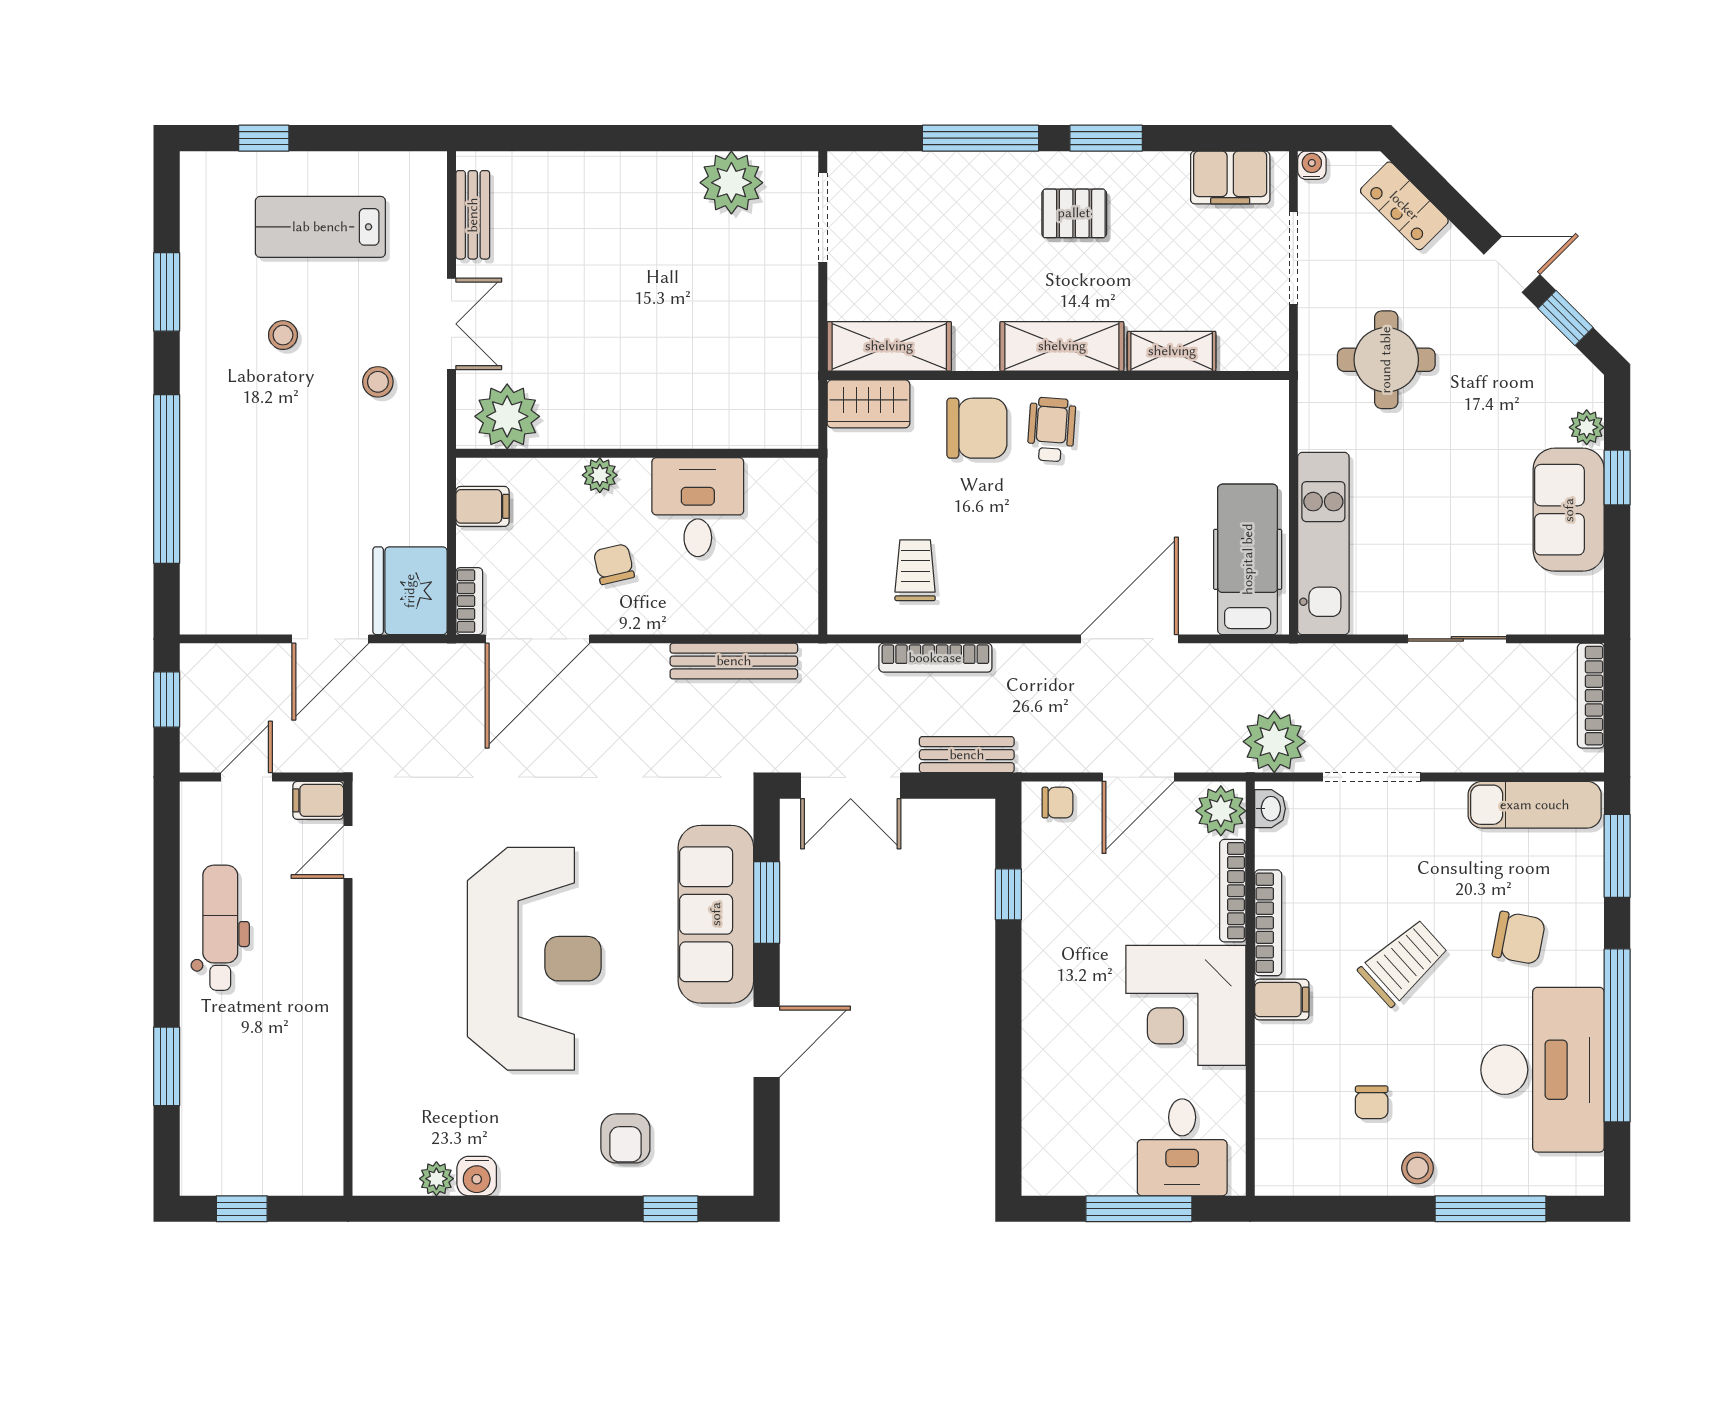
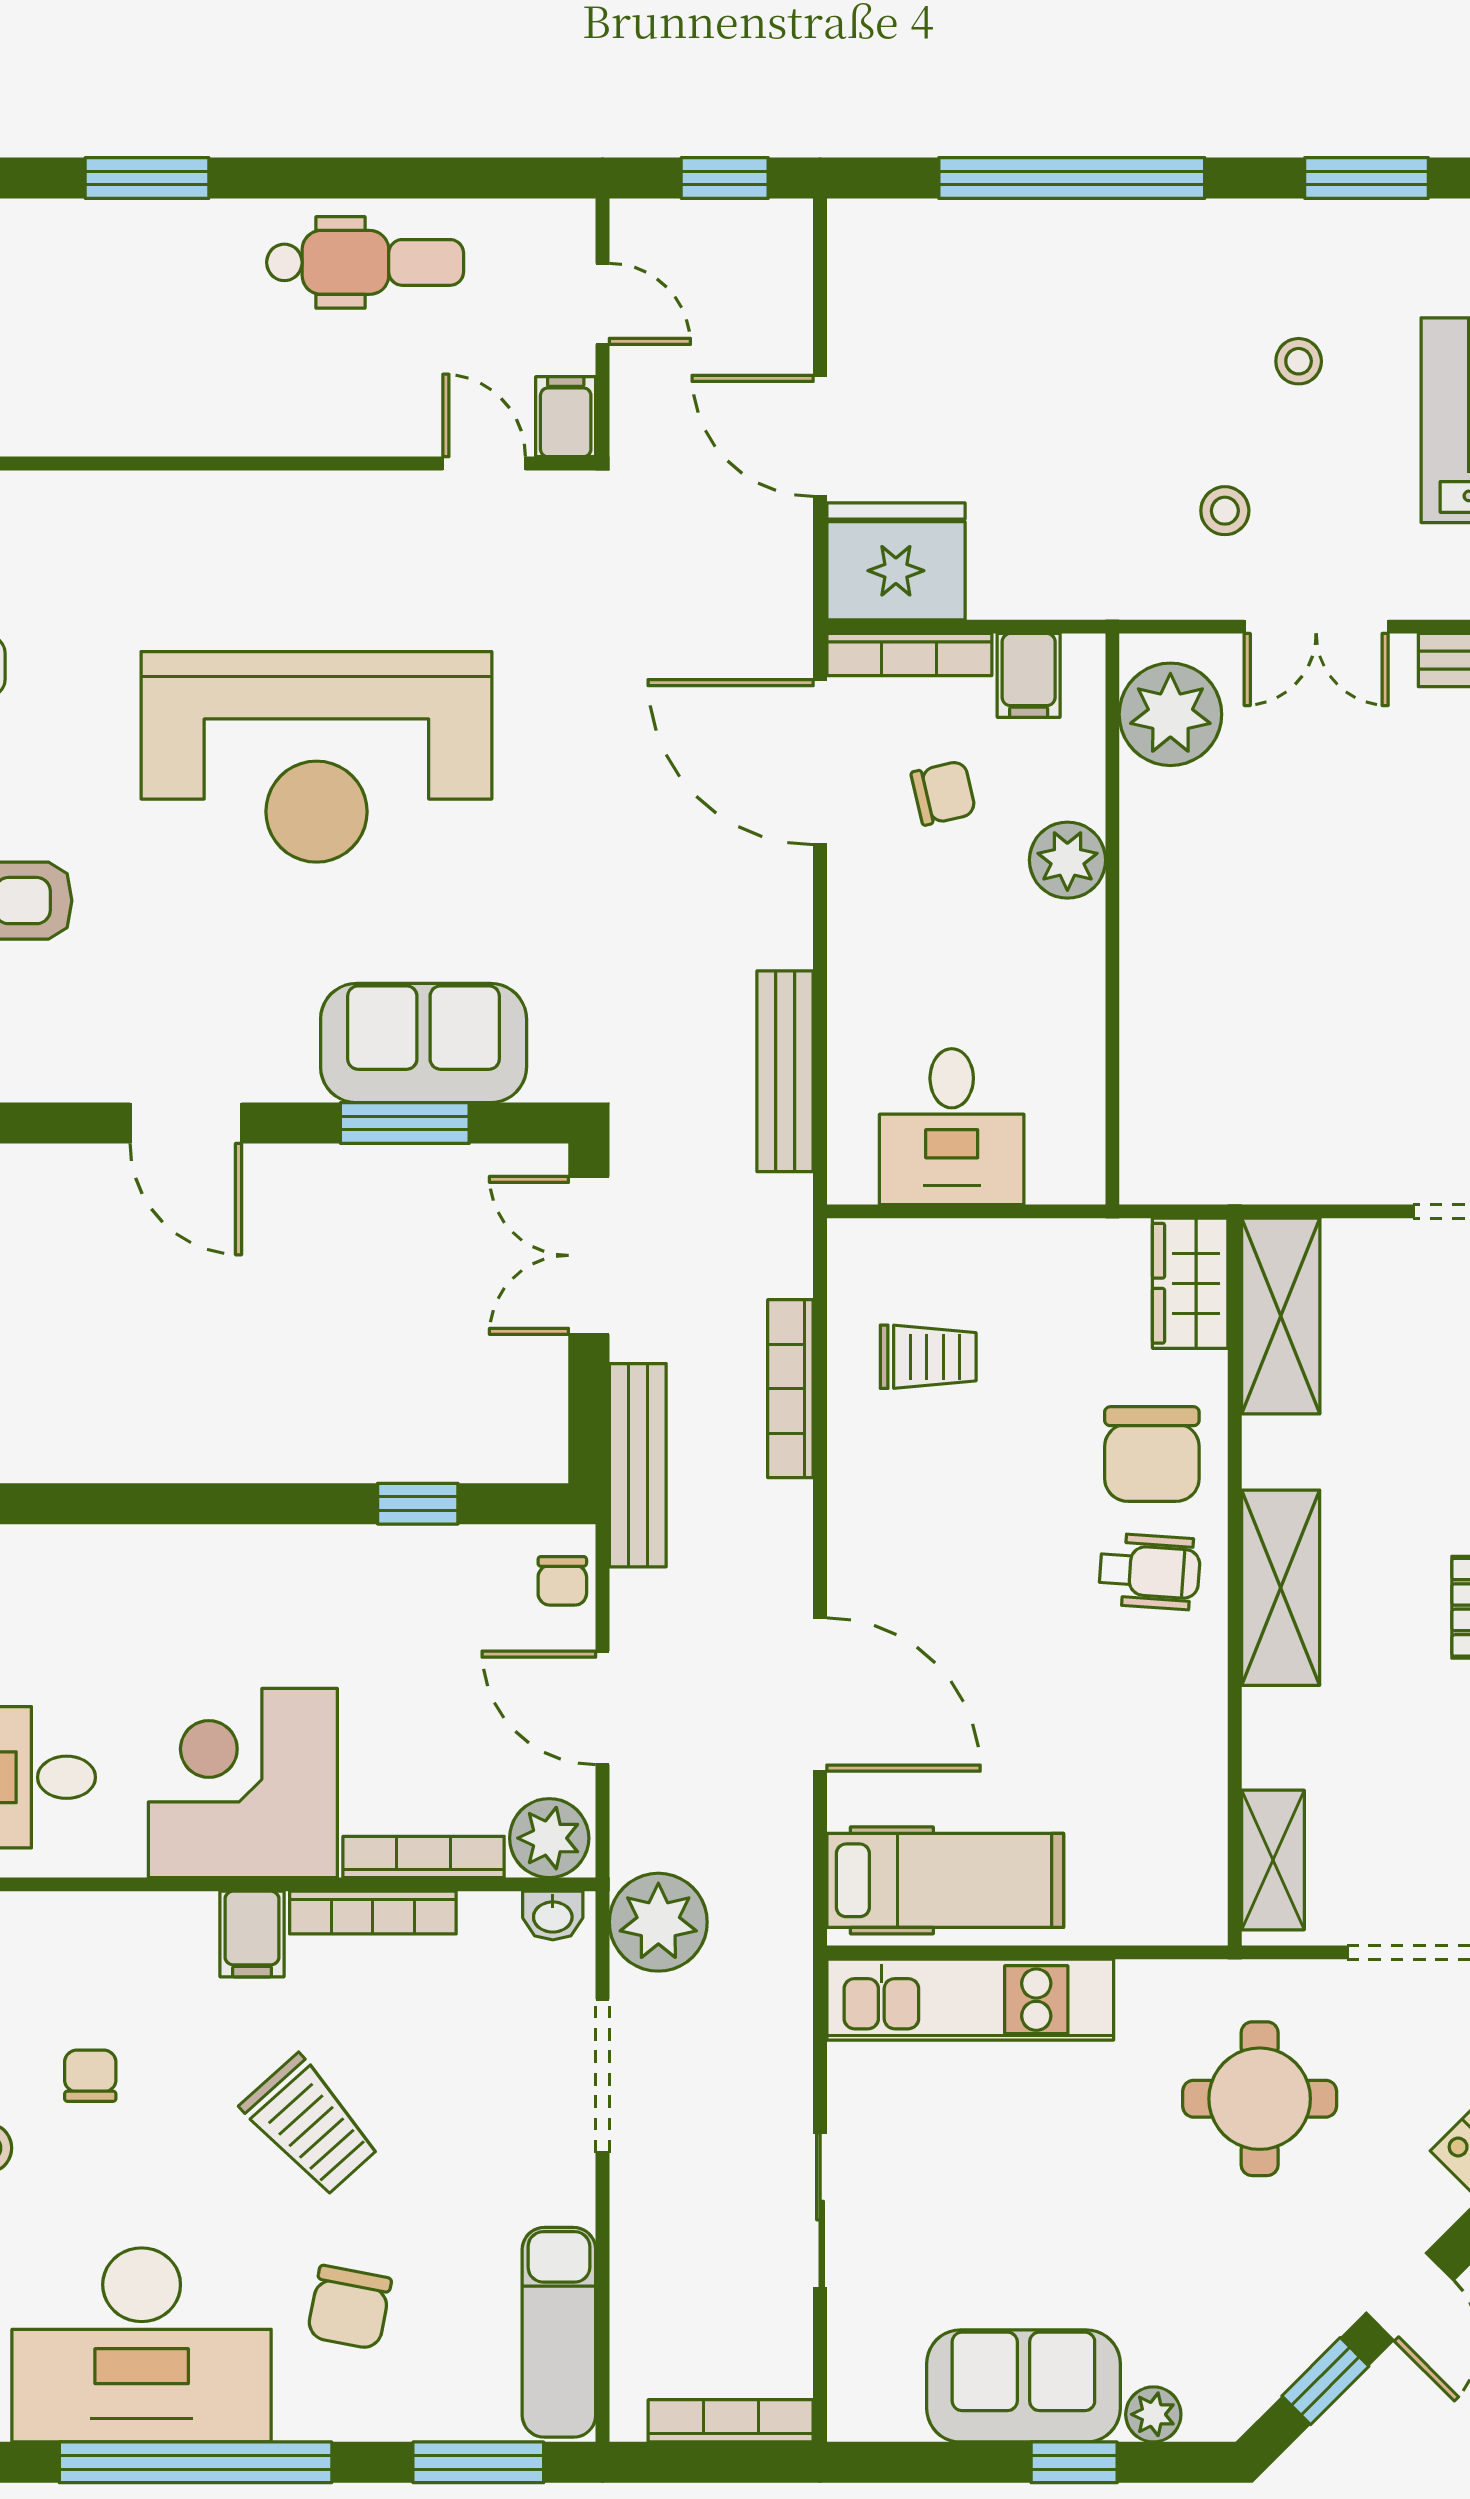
shelving: (1172, 351) -> (1273, 1860), moved
plant: (600, 475) -> (1067, 860), width x1.38, depth x1.38
desk: (698, 507) -> (952, 1127), moved, turned 90
chair: (614, 564) -> (943, 793), moved
bookcase: (469, 601) -> (909, 655), width x1.56
bench: (967, 755) -> (638, 1465), width x1.36
sofa: (716, 914) -> (424, 1043), width x0.73
chair: (1372, 1102) -> (90, 2076), turned 90

